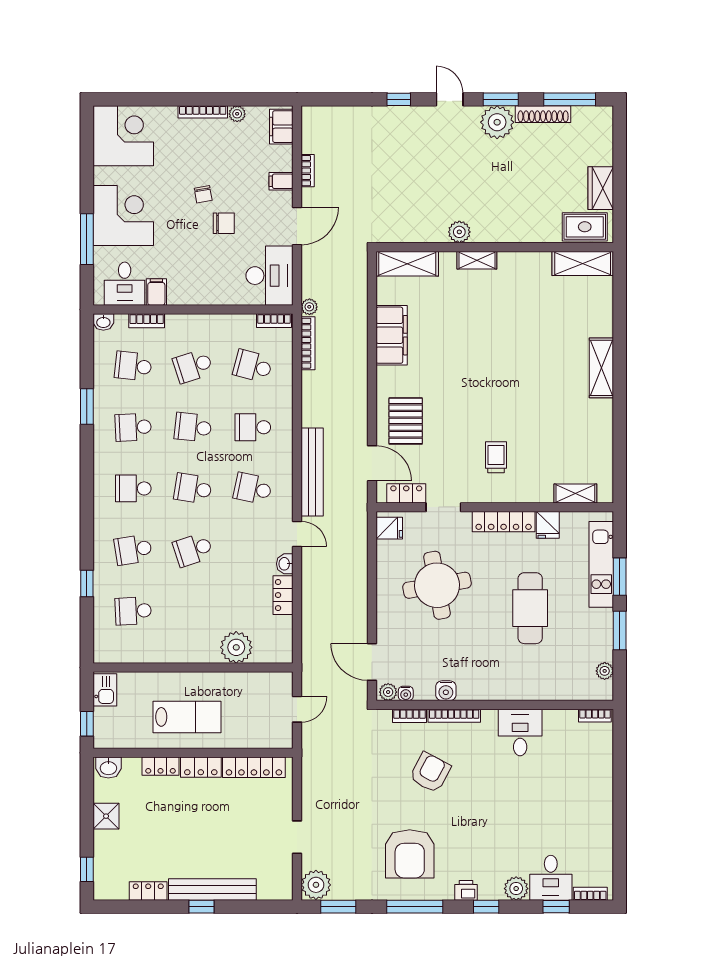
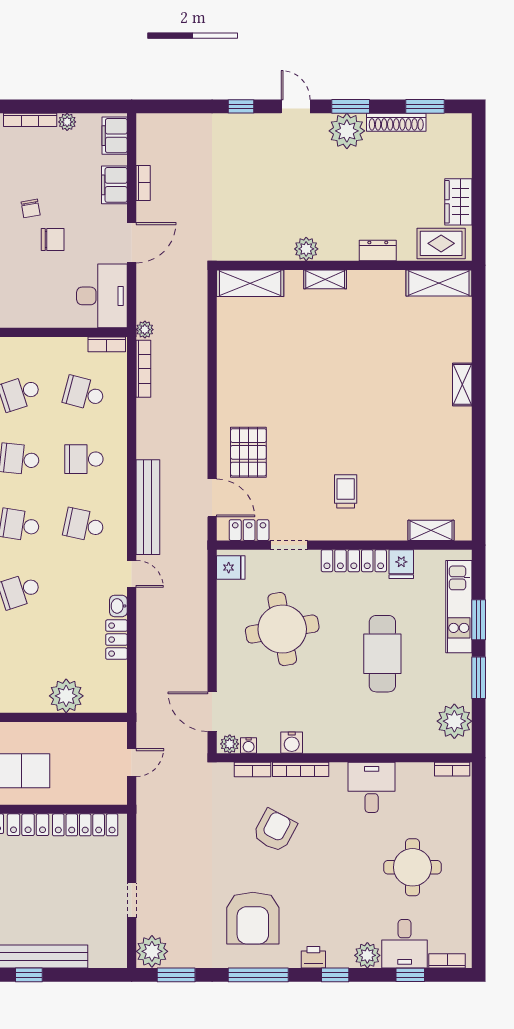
window: (570, 99) -> (425, 106), width x0.69
filing cabinet: (281, 181) -> (114, 185), width x2.00
dresser: (526, 233) -> (378, 251), added
filing cabinet: (392, 335) -> (233, 360), removed
shelving: (601, 368) -> (462, 384), width x0.67, depth x0.75
plant: (605, 671) -> (454, 721), width x1.88, depth x1.88
round table: (558, 807) -> (412, 867), added

